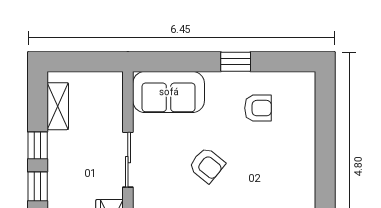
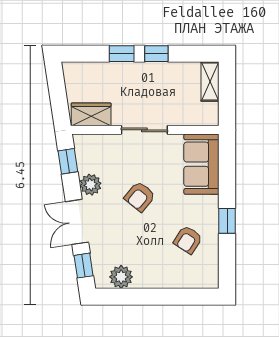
shelving: (58, 106) -> (210, 82), moved, turned 90
armchair: (258, 108) -> (188, 240), turned 33
plant: (302, 187) -> (121, 277), added

